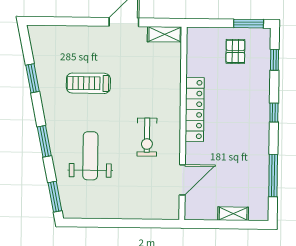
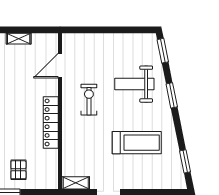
window: (32, 78) -> (185, 161), moved
treadmill: (88, 83) -> (137, 143), width x1.37, depth x1.38
weight bench: (90, 156) -> (134, 84), turned 90

